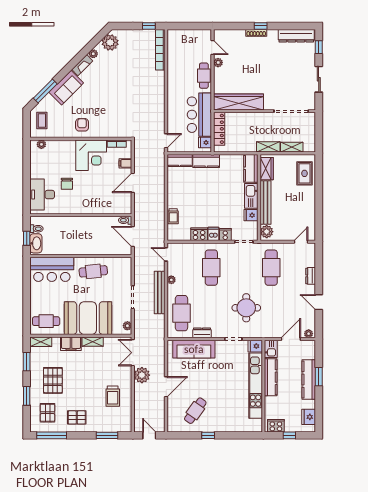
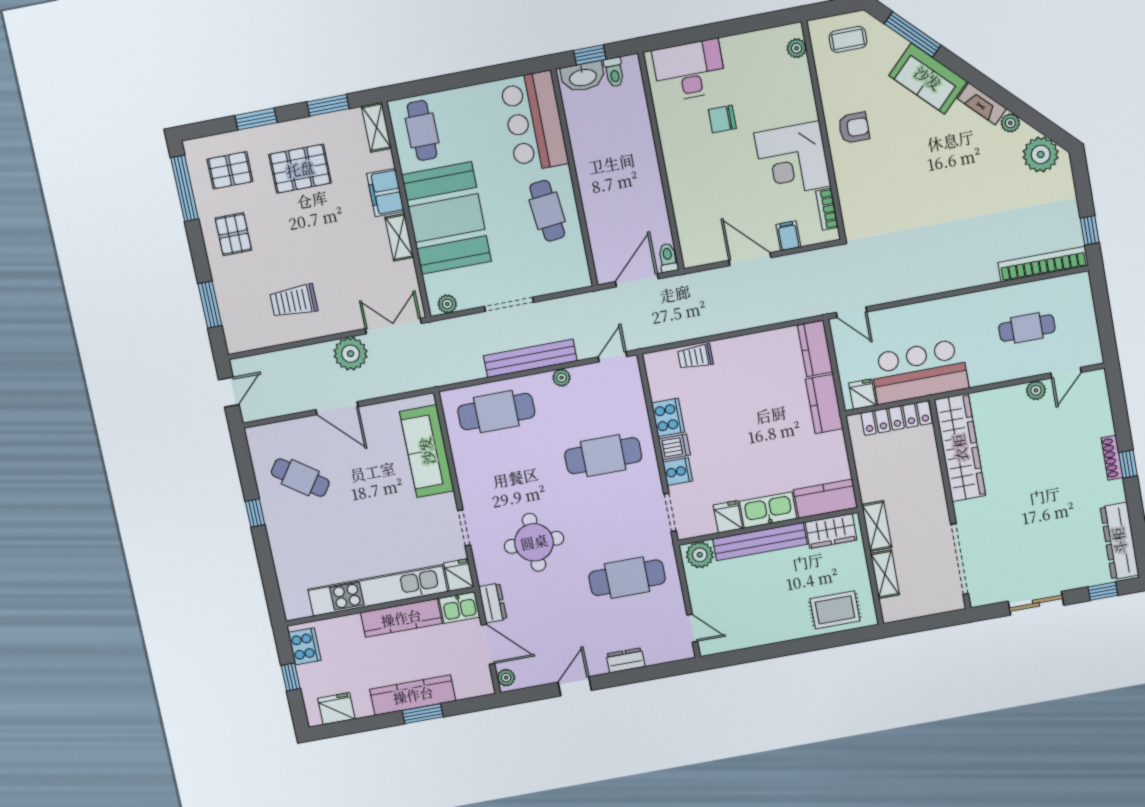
cafe table: (204, 76) -> (1027, 328), moved
dresser: (202, 333) -> (493, 603), moved

